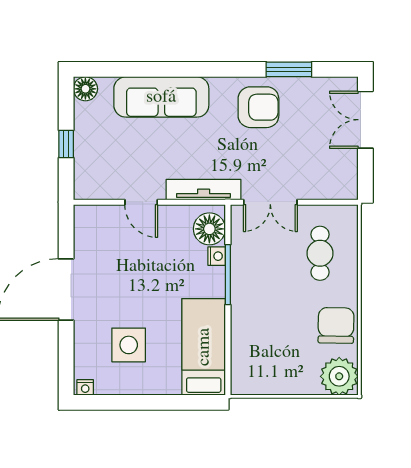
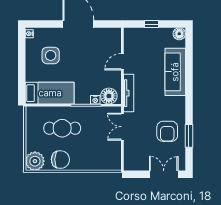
armchair: (258, 107) -> (167, 131), moved
cafe table: (320, 253) -> (62, 128), moved, width x1.37, depth x1.35

